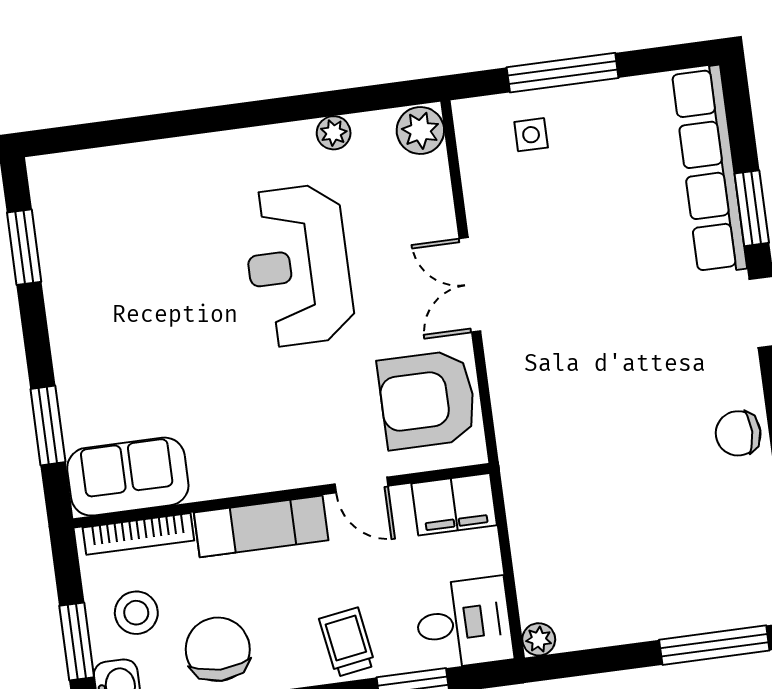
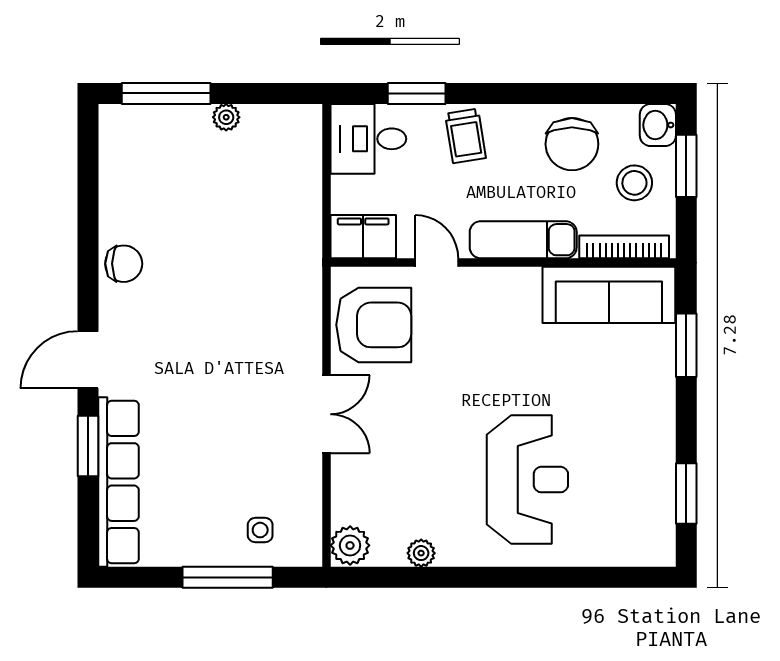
reception desk: (298, 266) -> (527, 480), moved
sofa: (128, 477) -> (609, 295), width x1.36
plant: (539, 639) -> (226, 117), moved

